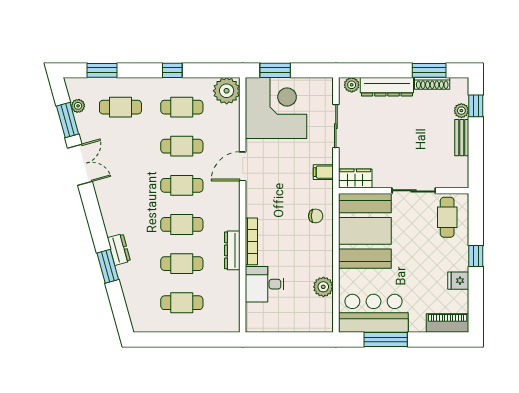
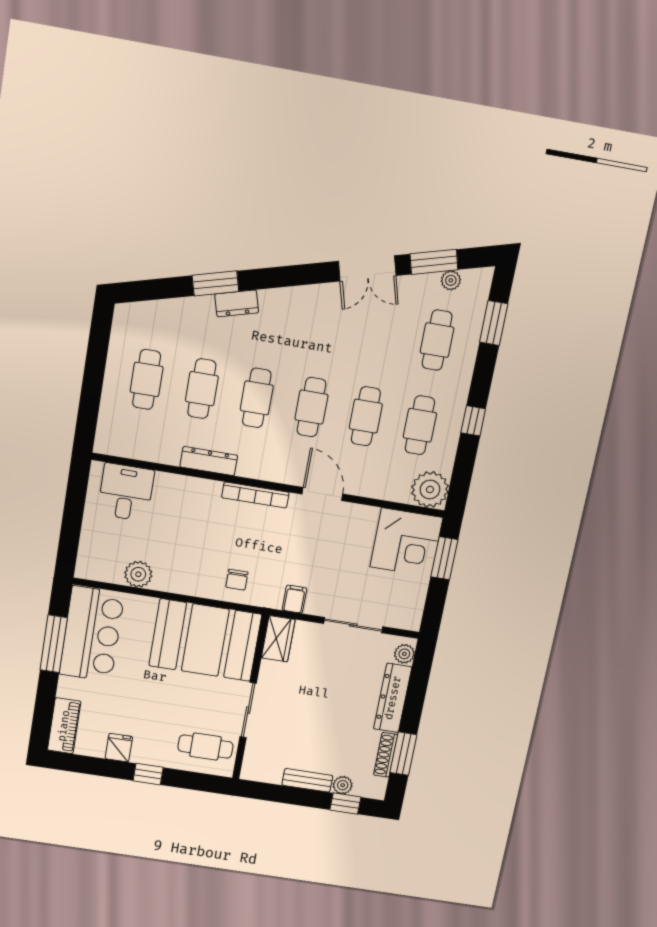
corner desk: (276, 108) -> (406, 542), width x0.74, depth x0.74
bookcase: (251, 241) -> (255, 495), moved
desk: (265, 284) -> (126, 492), moved

